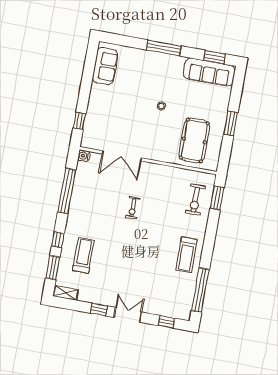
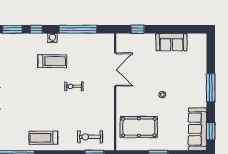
sofa: (105, 66) -> (172, 42), moved
water cooler: (84, 156) -> (52, 38), moved
double door: (122, 156) -> (115, 69), swing flipped
treadmill: (83, 255) -> (52, 61), moved

